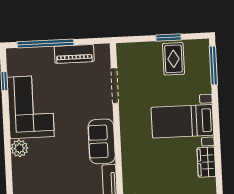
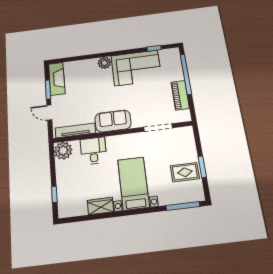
desk: (138, 168) -> (93, 151), added

